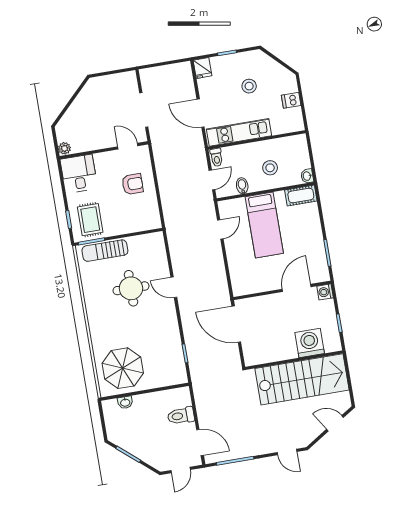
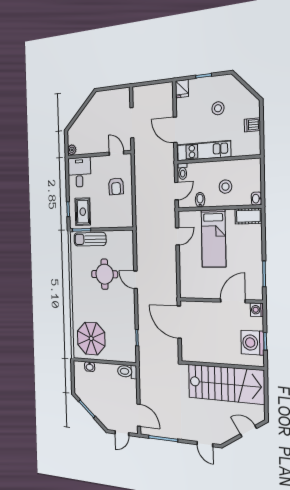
armchair: (132, 184) -> (116, 186), turned 88
washing machine: (310, 343) -> (252, 343), moved, turned -90
toilet: (181, 416) -> (127, 372), moved

